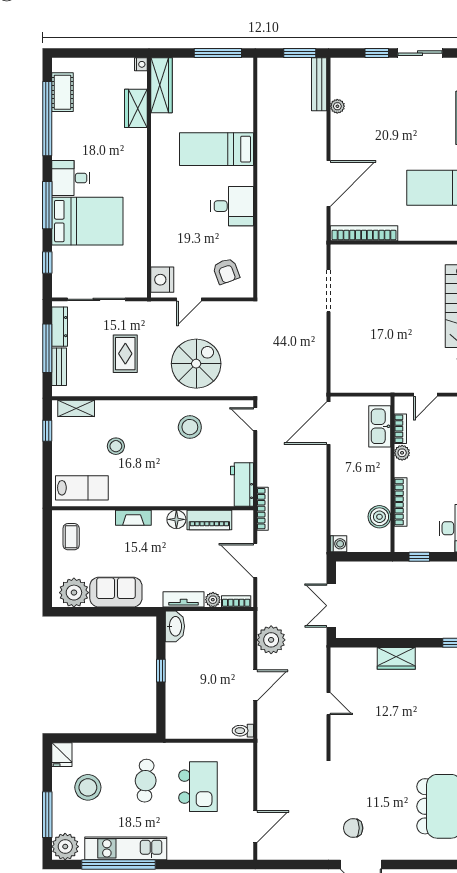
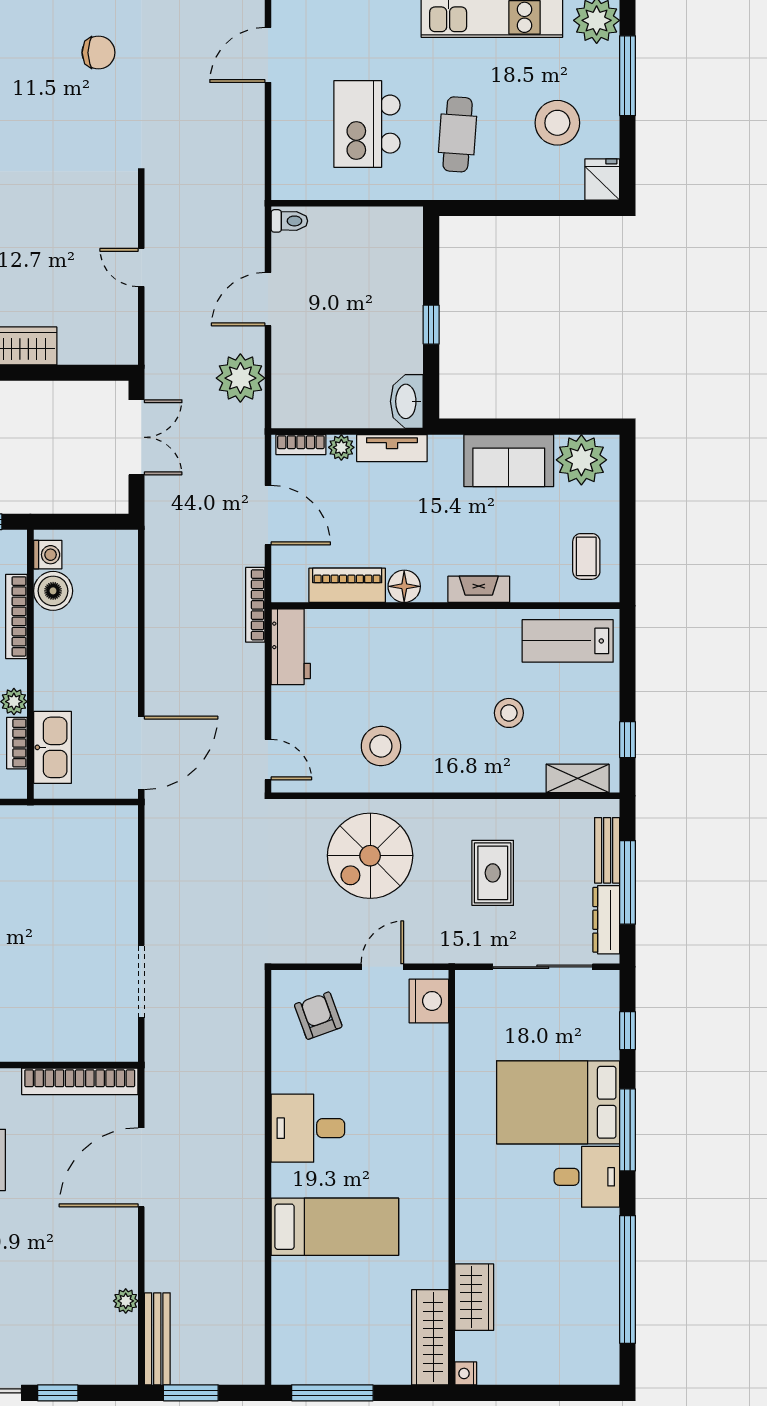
cot: (62, 92) -> (601, 1325), removed
washing machine: (338, 544) -> (48, 555), moved, turned 180

